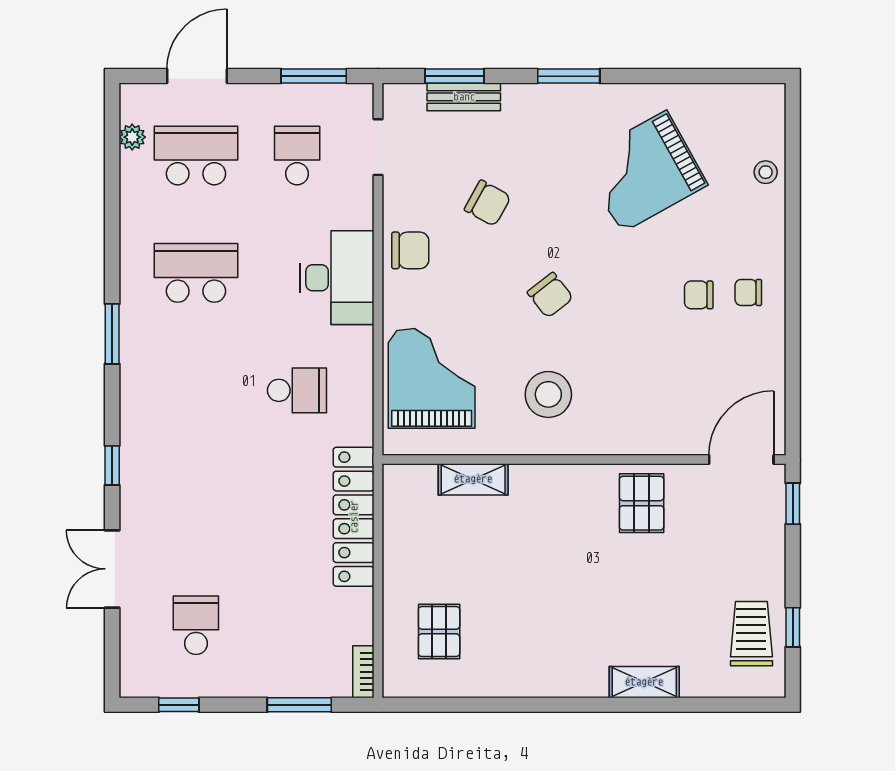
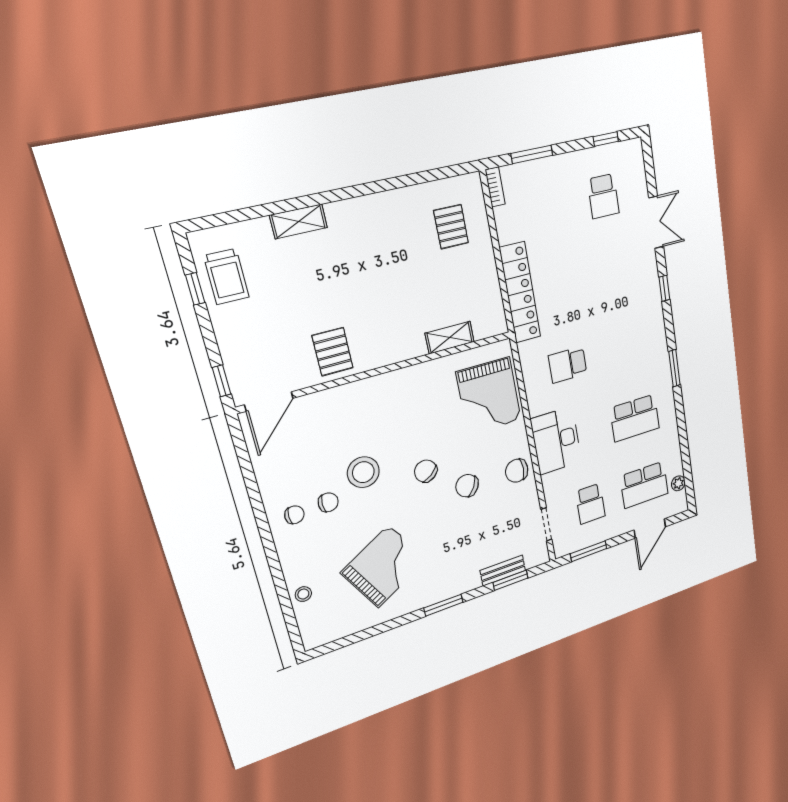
chair: (488, 203) -> (467, 486), moved
stool: (548, 394) -> (363, 472), moved

